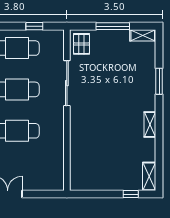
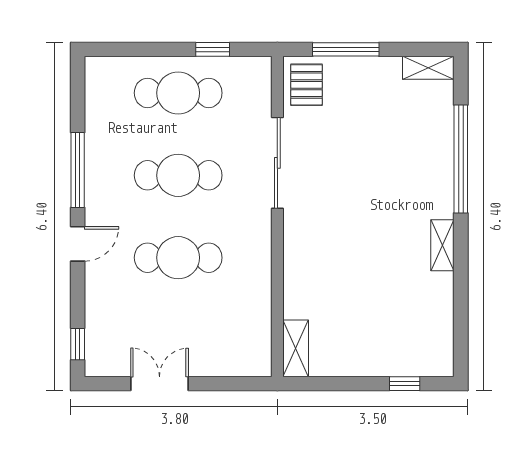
window: (113, 26) -> (346, 49), moved
window: (159, 81) -> (461, 159), width x2.11
shelving: (149, 176) -> (296, 348), moved

